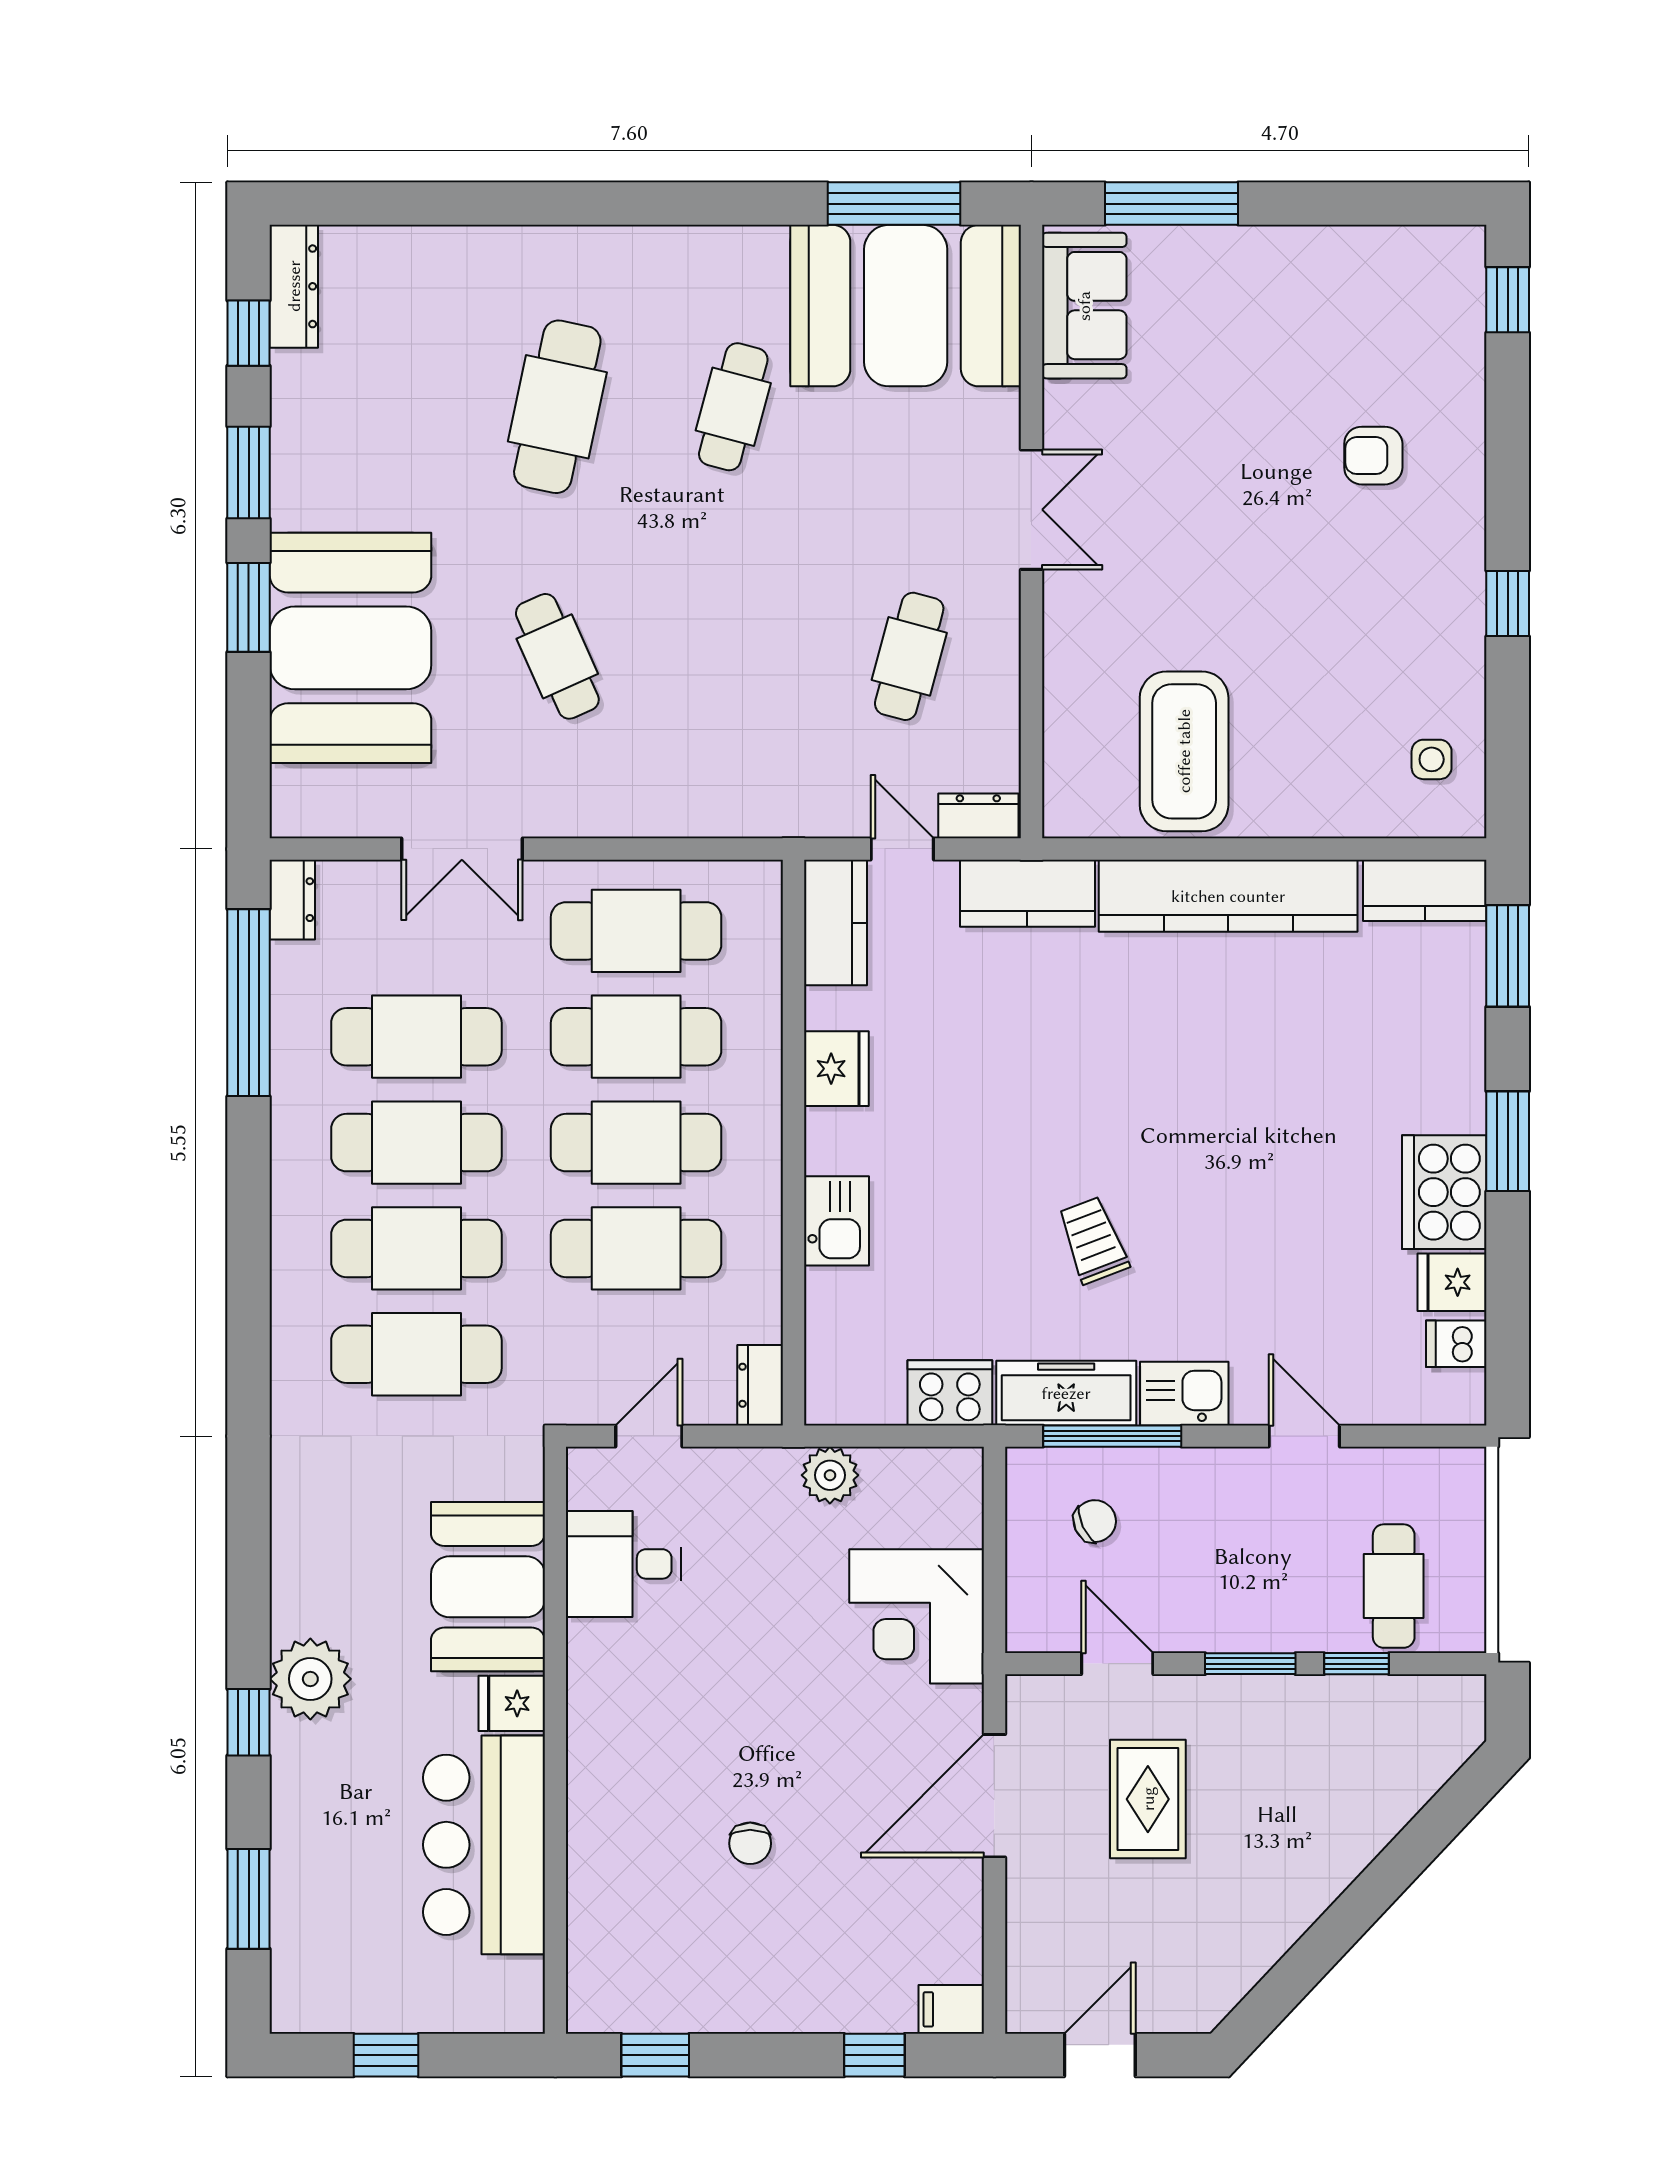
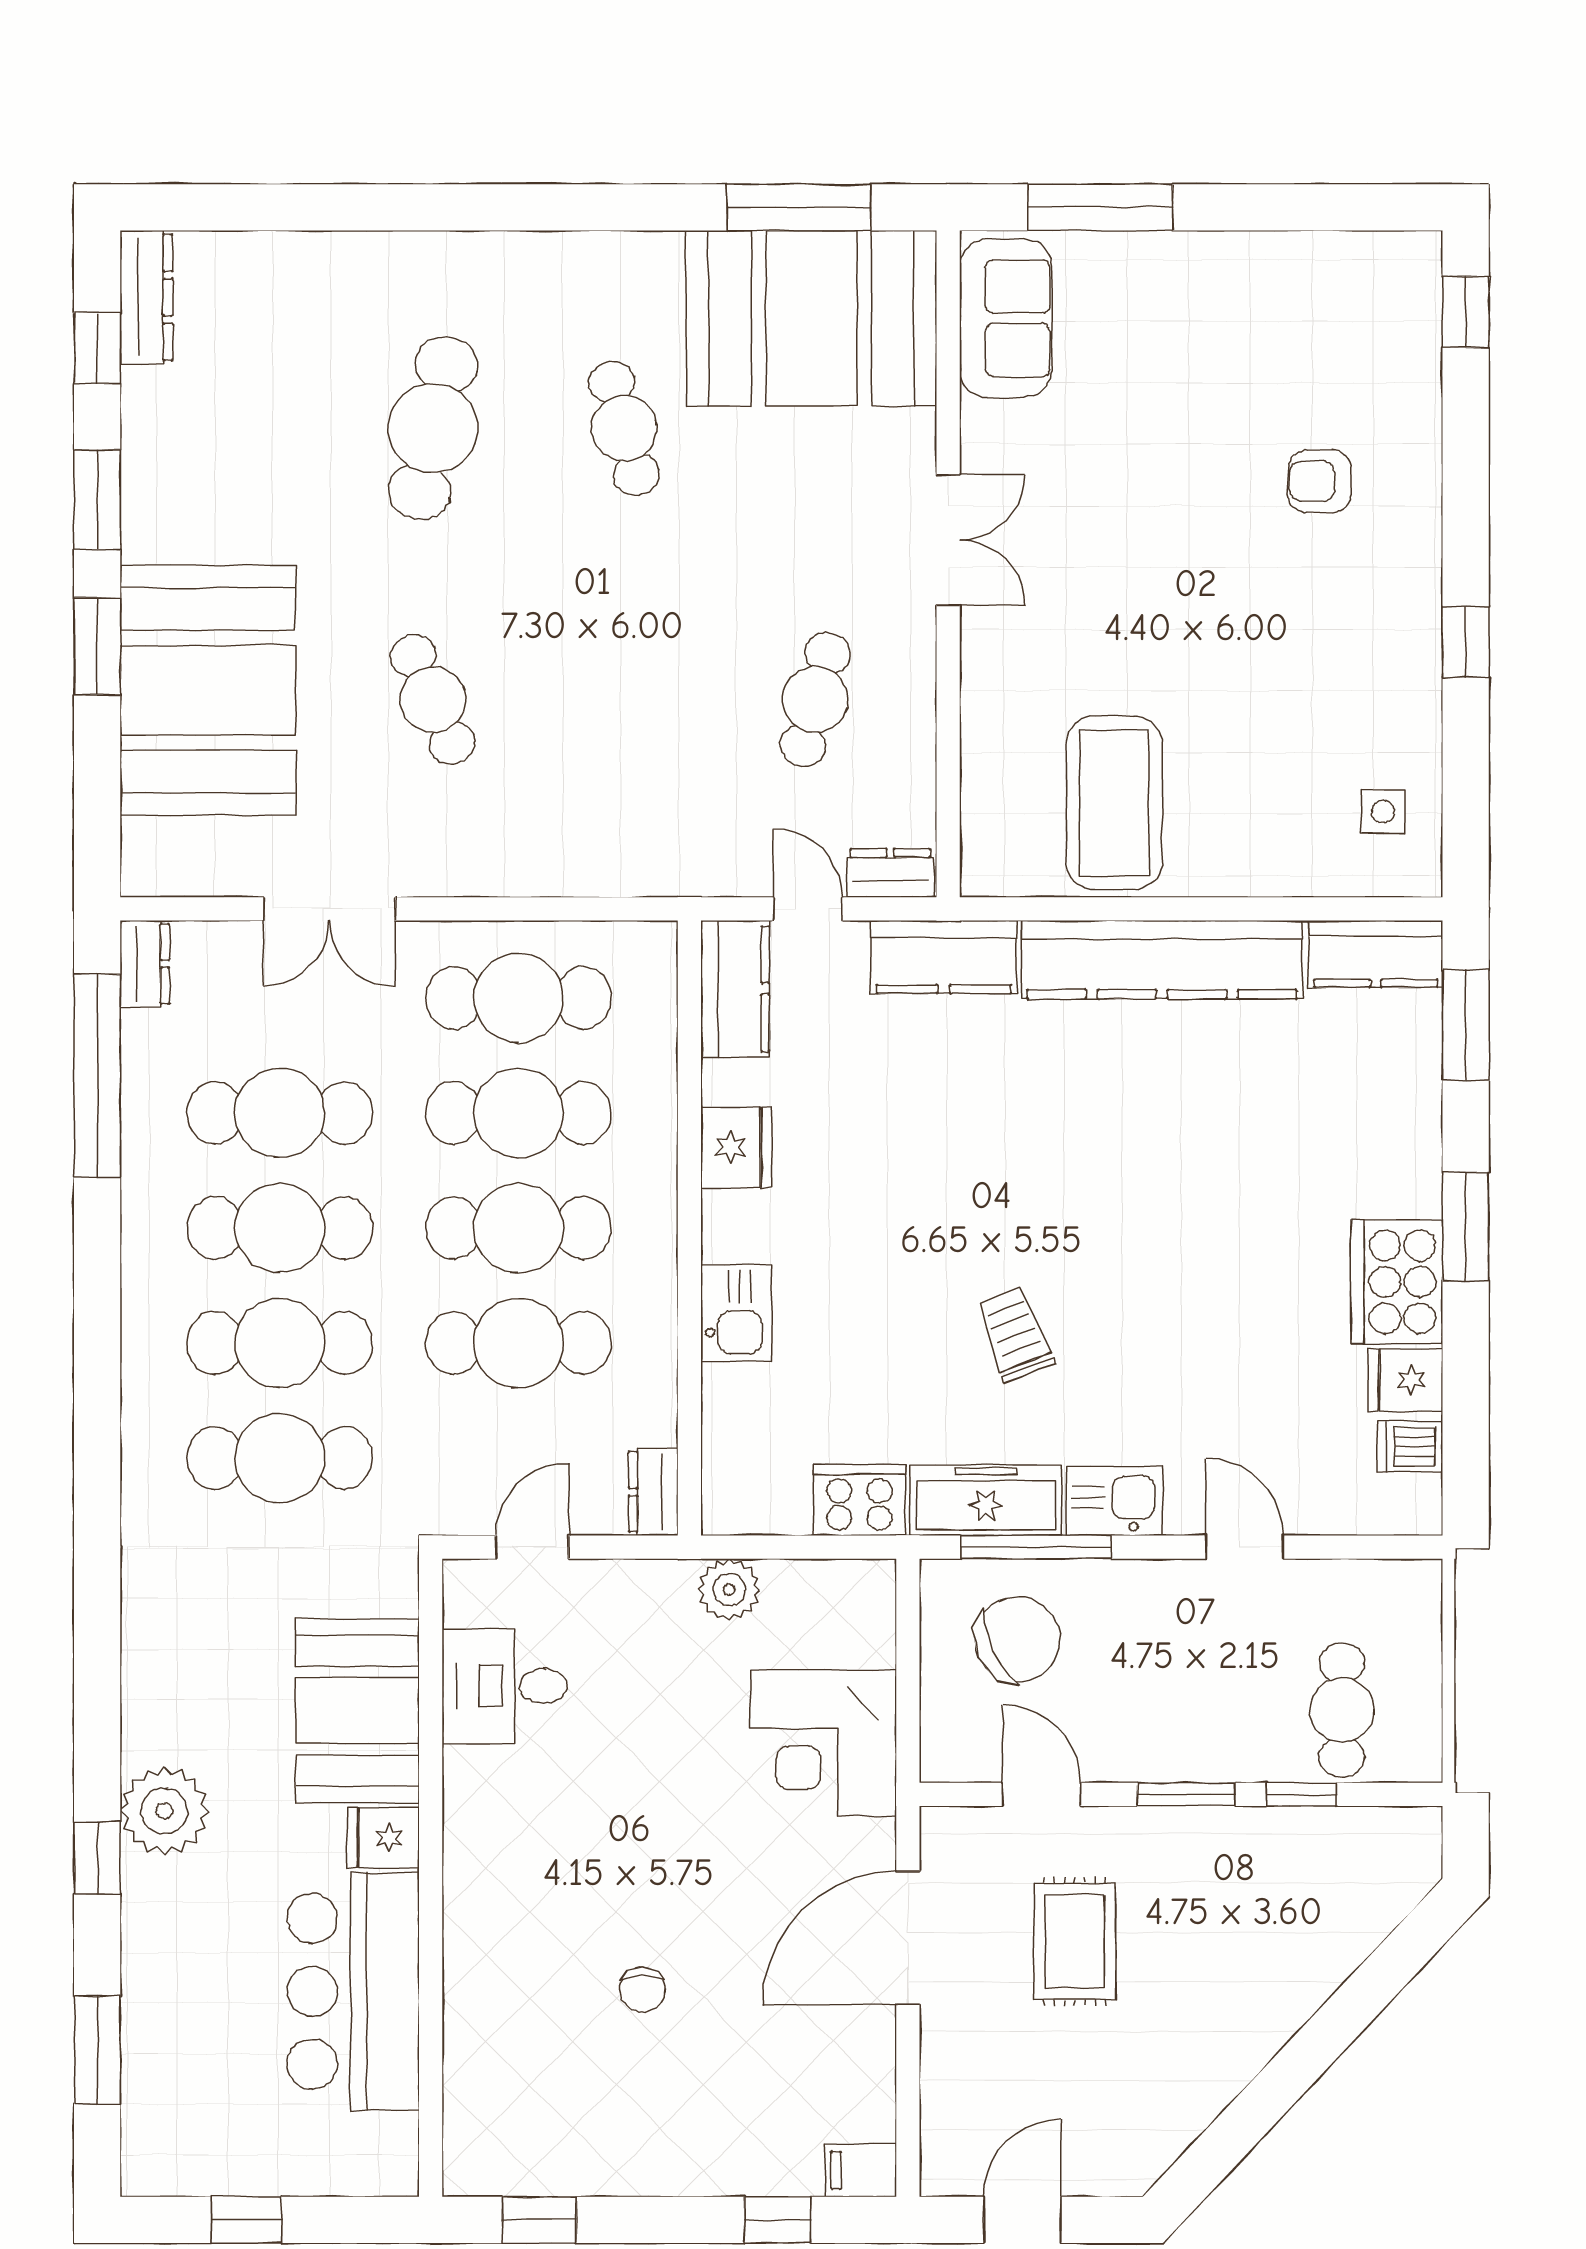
cafe table: (733, 407) -> (624, 428), turned -30
chair: (1095, 1521) -> (1017, 1639), width x1.87, depth x1.87

